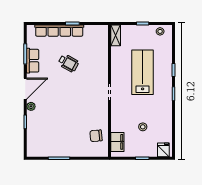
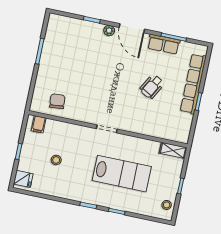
filing cabinet: (117, 142) -> (39, 124), width x0.50

